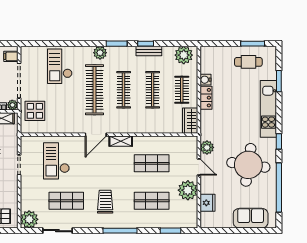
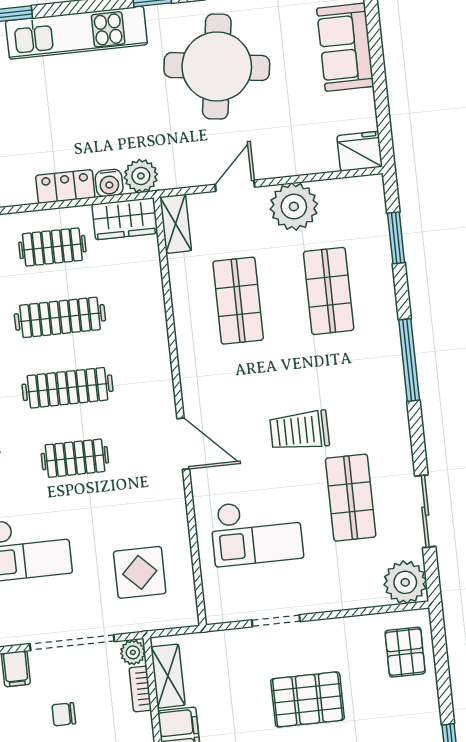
water cooler: (205, 80) -> (109, 183), moved
clothes rail: (94, 90) -> (75, 458), width x0.54, depth x0.76
display table: (35, 111) -> (140, 572), moved
shelving: (121, 141) -> (176, 224), moved
plant: (207, 147) -> (141, 176), moved
trolley: (105, 202) -> (299, 431), moved
fridge: (207, 203) -> (360, 151), moved

